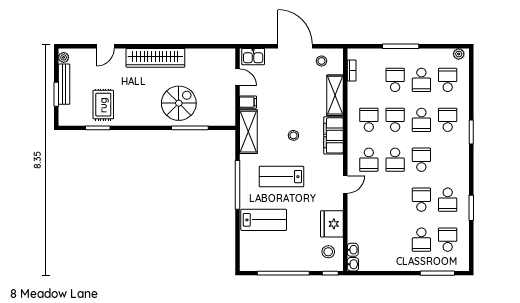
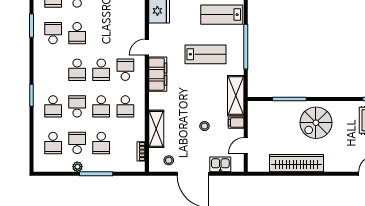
plant: (459, 54) -> (77, 167), moved
kitchen sink: (253, 57) -> (220, 164), moved
wardrobe: (155, 58) -> (297, 163), moved
door: (237, 77) -> (246, 145), hinge flipped
spiral stairs: (179, 103) -> (316, 123), moved
stool: (293, 135) -> (204, 126), moved
filing cabinet: (334, 135) -> (158, 74), moved
school desk: (395, 160) -> (101, 70), turned 180

